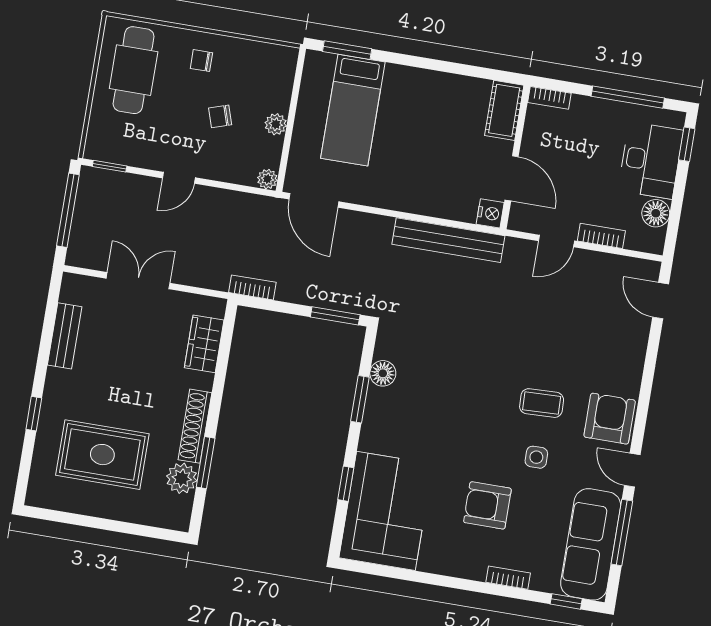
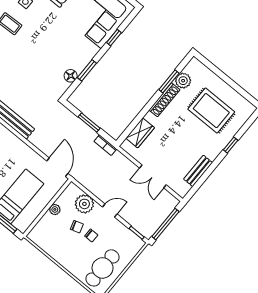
chair: (201, 61) -> (91, 236), moved
plant: (267, 179) -> (84, 204), moved, width x1.87, depth x1.87
window: (335, 316) -> (89, 122), moved

